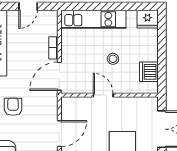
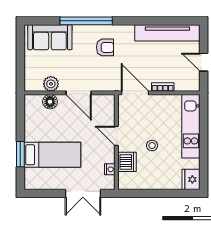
dishwasher: (149, 72) -> (127, 162), moved, turned 90
door: (103, 95) -> (116, 136), swing flipped
nightstand: (137, 102) -> (110, 169), added

